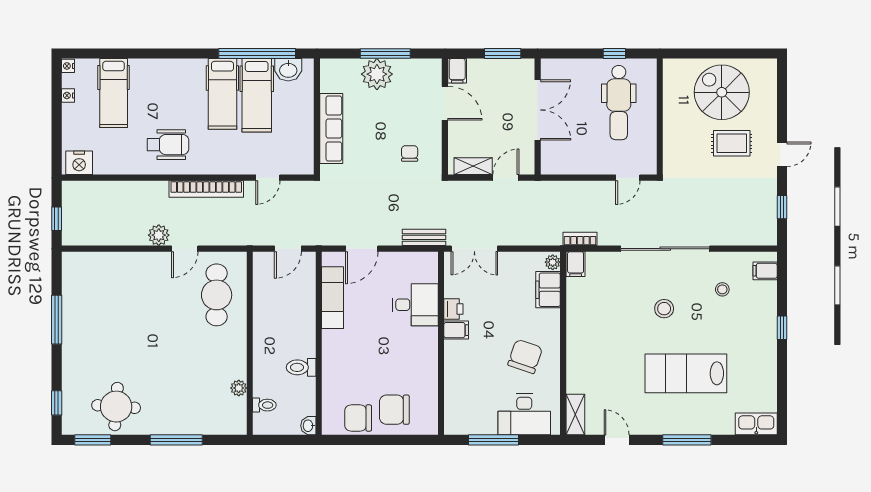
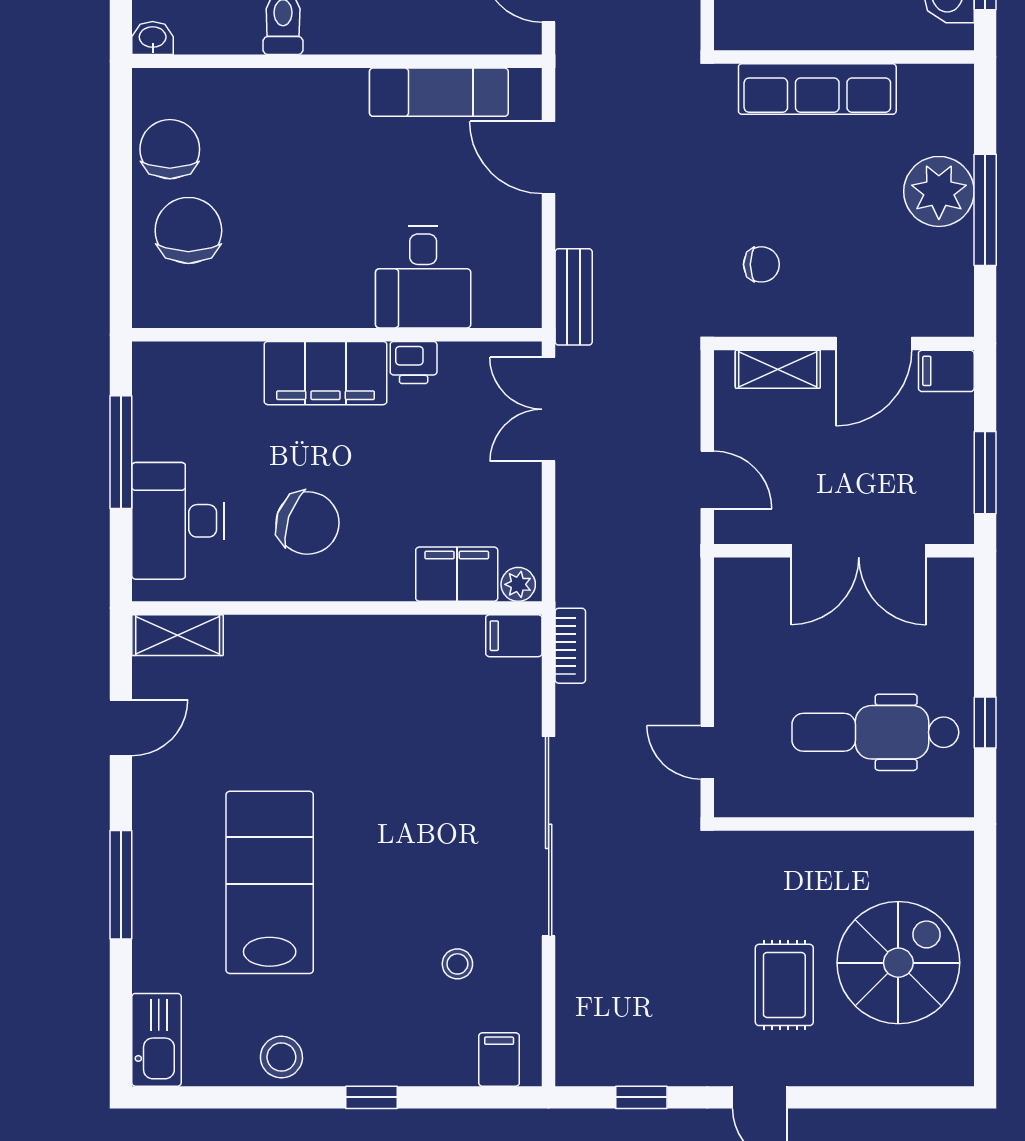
shelving: (473, 166) -> (778, 369), moved, turned 90
stool: (664, 309) -> (281, 1057), moved
filing cabinet: (456, 330) -> (325, 373), width x3.00, depth x1.17

